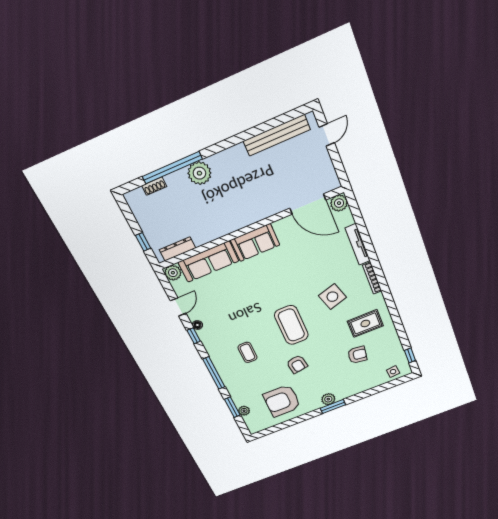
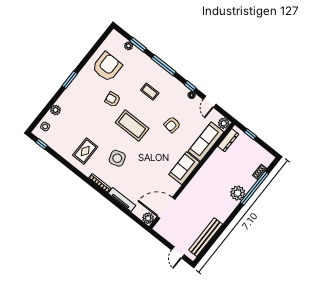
armchair: (357, 355) -> (172, 125), moved
plant: (328, 399) -> (56, 110), moved

